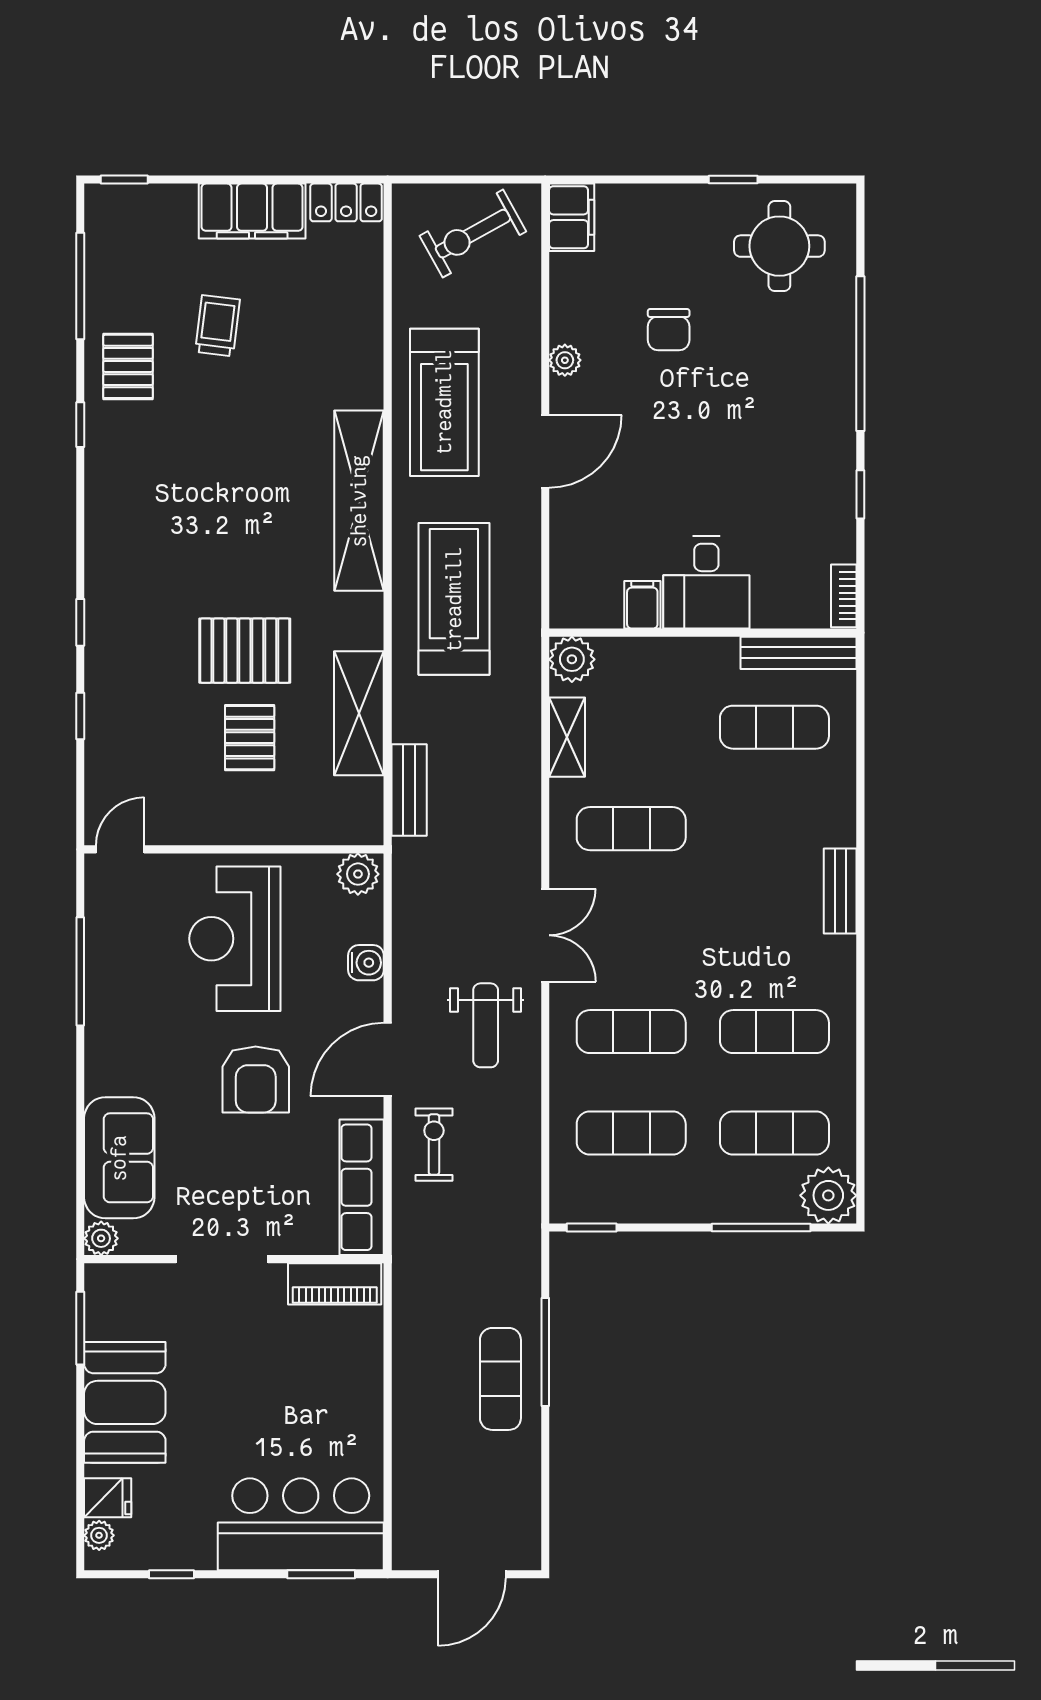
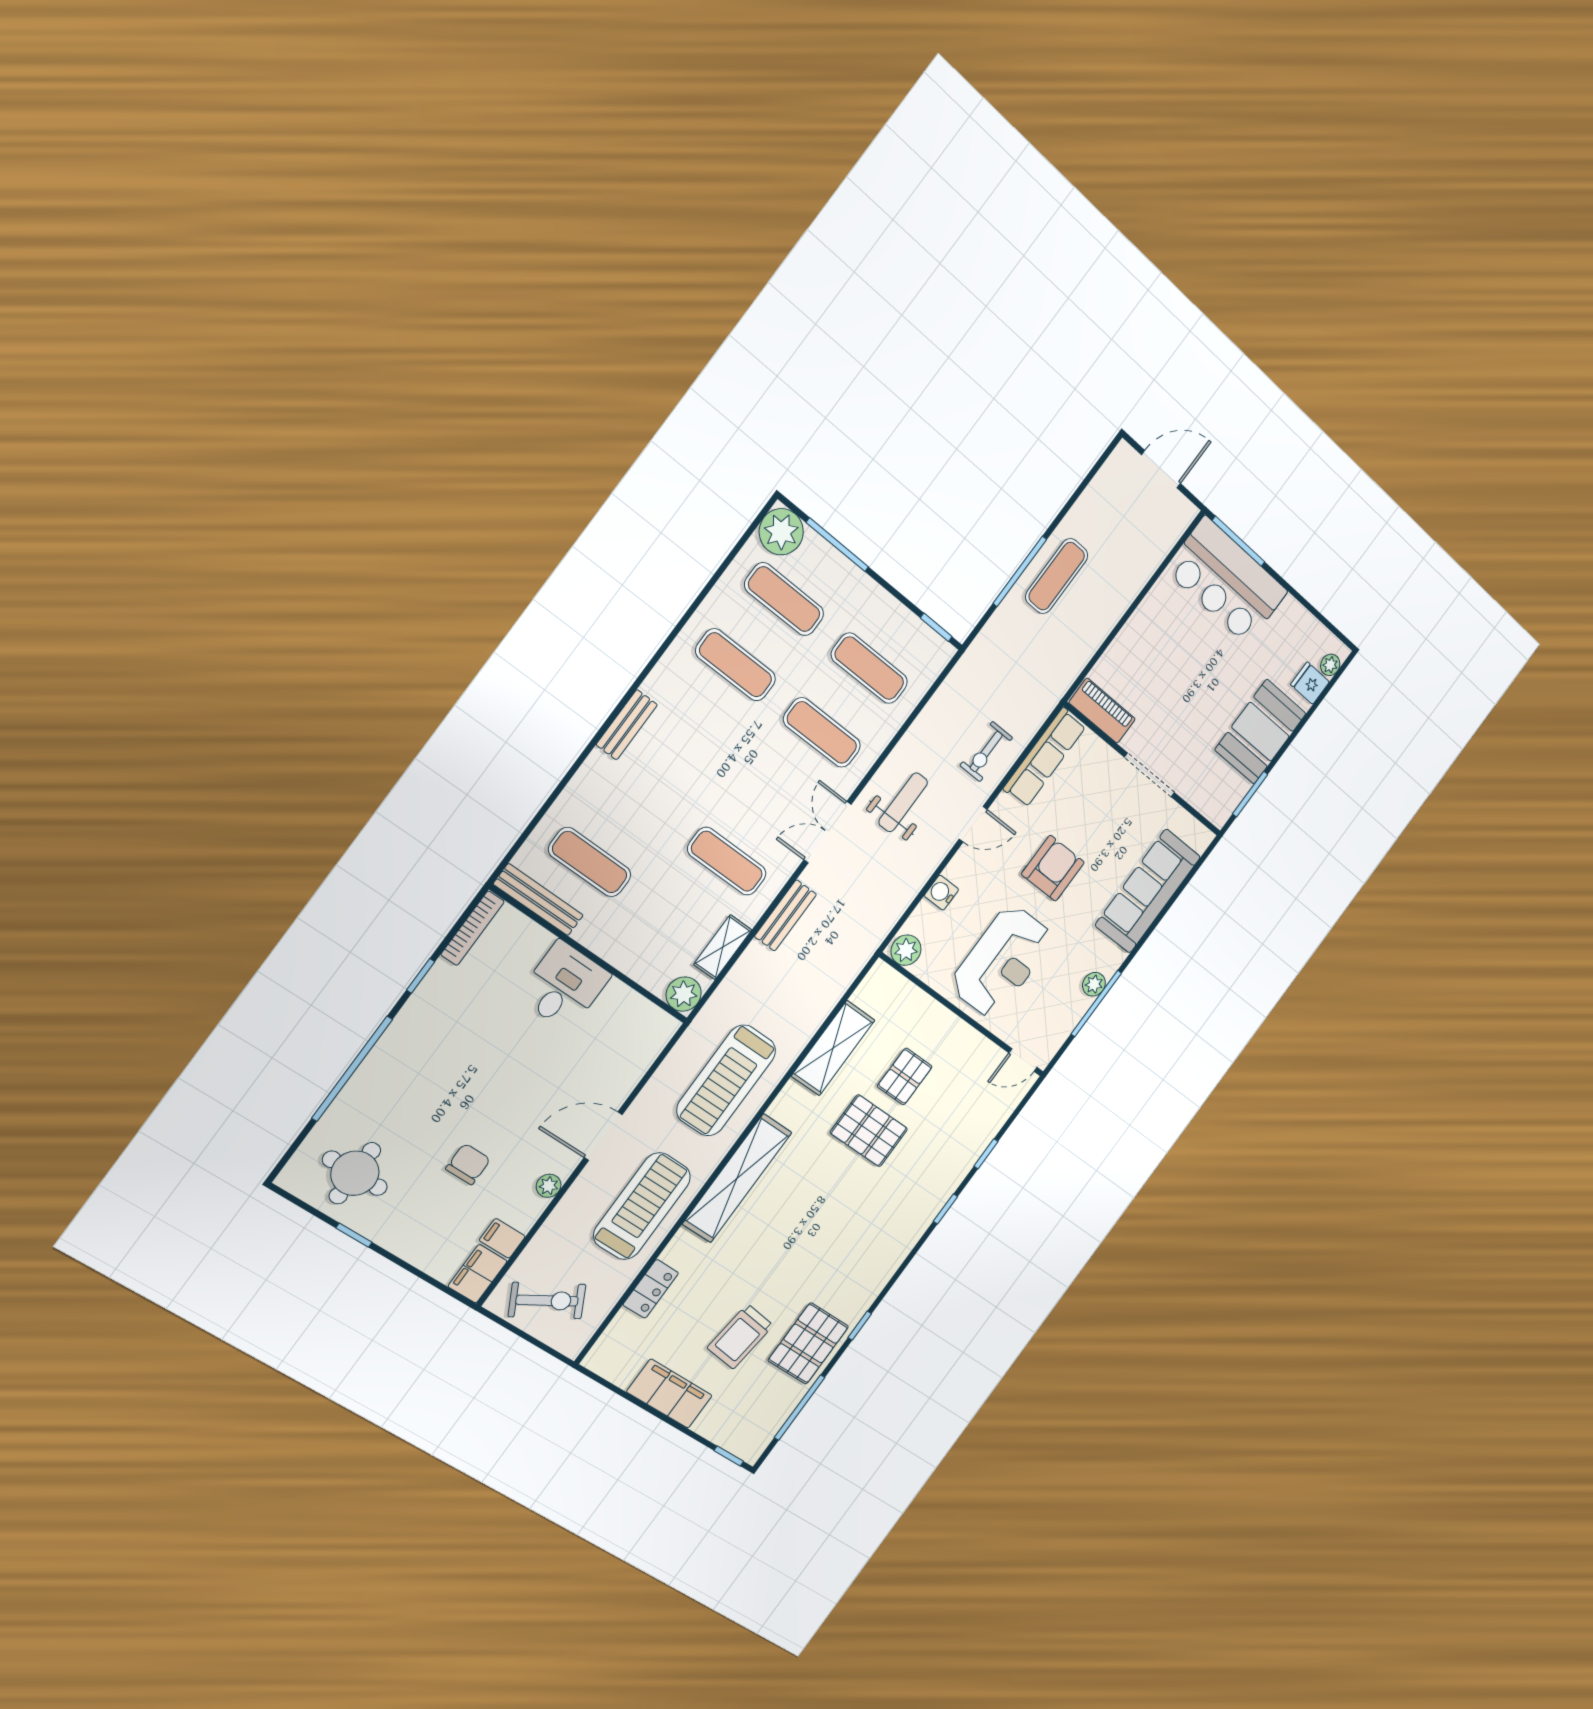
locker: (346, 202) -> (651, 1289), moved, turned 90
trolley: (217, 326) -> (740, 1337), width x1.36, depth x1.39
pallet: (128, 366) -> (808, 1343), width x1.50, depth x1.42
bookcase: (844, 596) -> (473, 928), width x1.56
filing cabinet: (642, 605) -> (502, 1238), moved, turned 90
bench: (409, 790) -> (785, 915), moved
door: (388, 1059) -> (973, 824), width x0.73
sofa: (119, 1158) -> (1148, 891), width x1.36
plant: (101, 1238) -> (1094, 984), moved
window: (171, 1574) -> (1312, 610), removed
window: (321, 1574) -> (1239, 541), width x1.44

